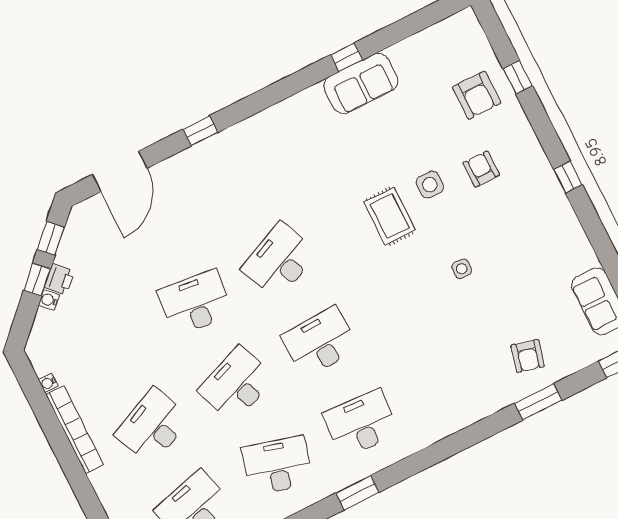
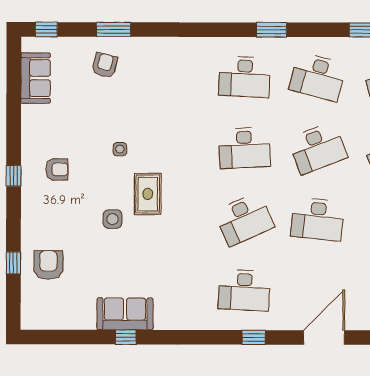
armchair: (481, 169) -> (57, 169), moved, turned -90
desk: (238, 179) -> (244, 290), added
rug: (390, 216) -> (148, 194), moved

